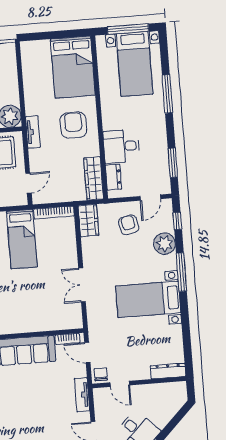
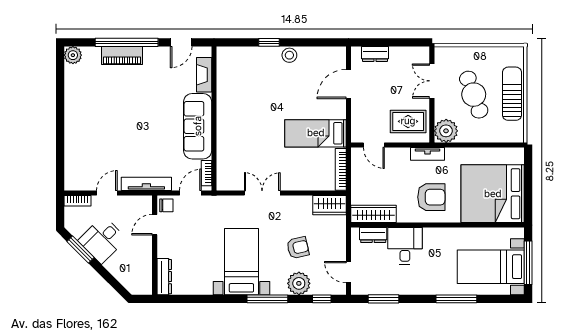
bed: (73, 67) -> (493, 194), width x1.36
armchair: (129, 225) -> (298, 248), moved
tv unit: (82, 395) -> (146, 184), width x1.41

